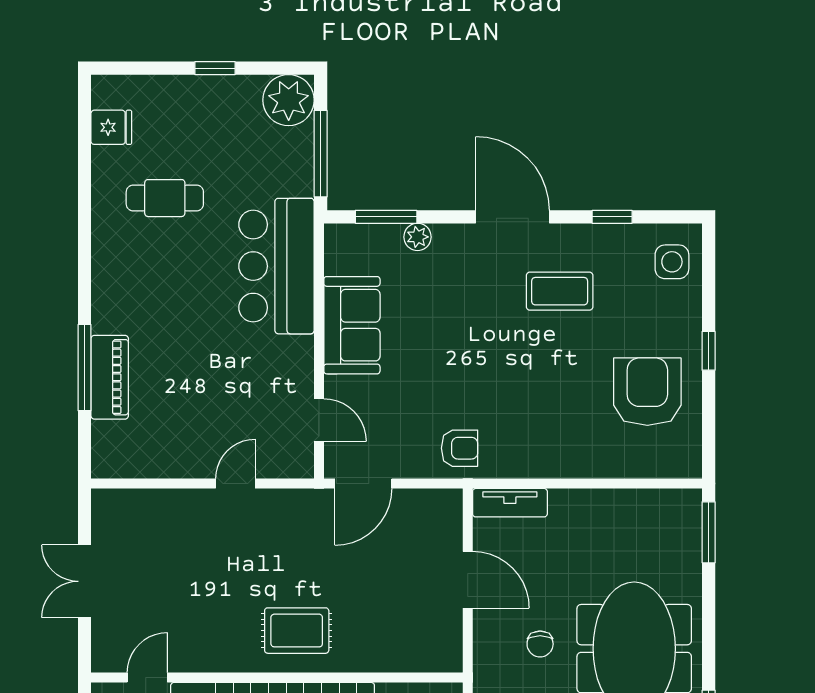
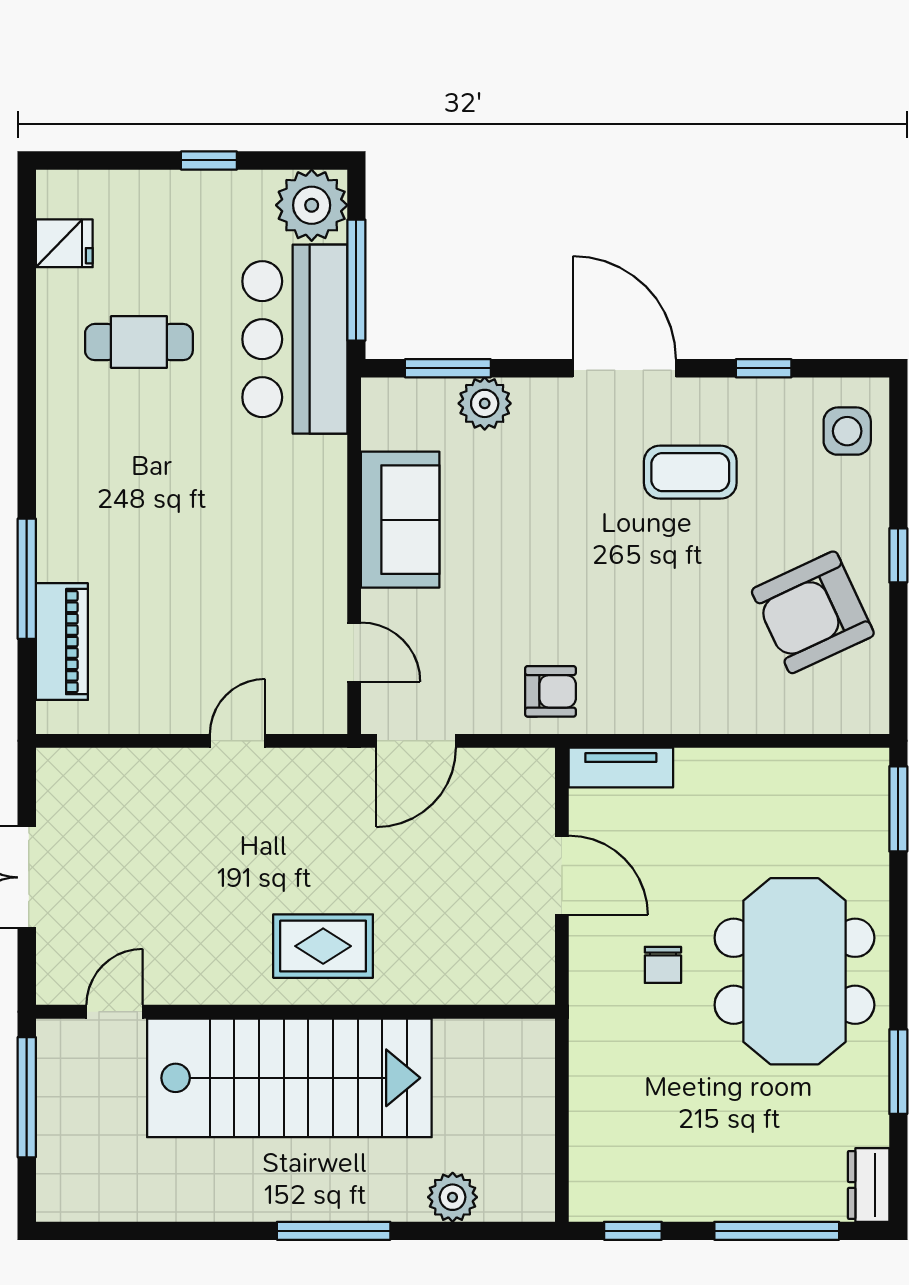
plant: (418, 237) -> (485, 403), width x1.38, depth x1.38
bar counter: (276, 266) -> (295, 339), moved
piano: (110, 377) -> (62, 642), moved
armchair: (647, 392) -> (813, 612), turned -115

